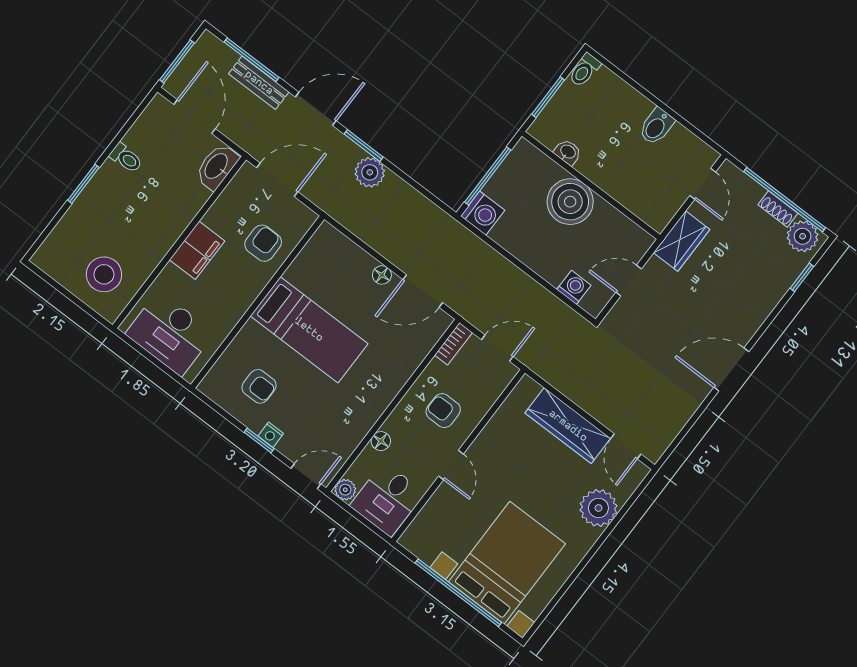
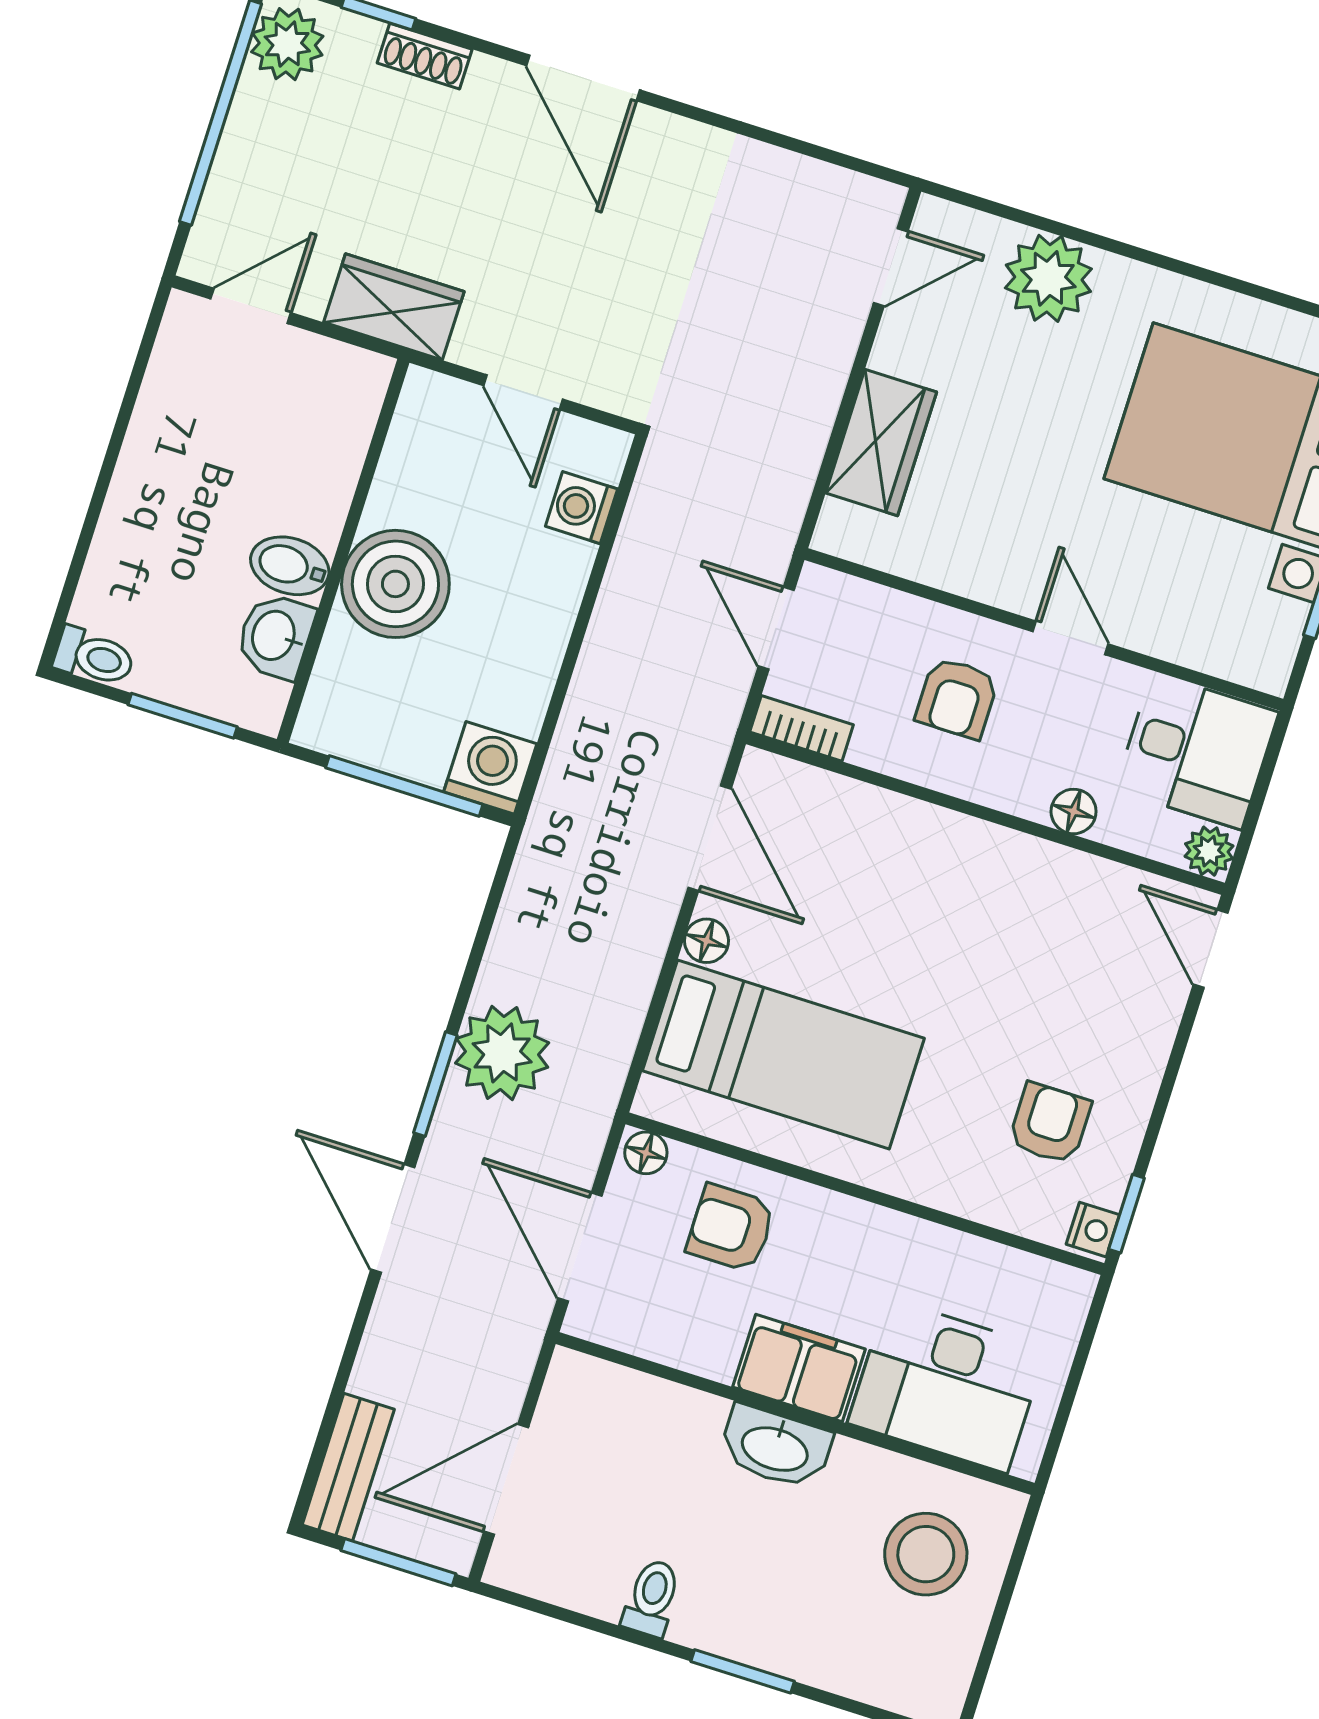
window: (252, 60) -> (335, 1399), removed
bench: (259, 83) -> (348, 1467), moved
bidet: (656, 126) -> (290, 566), moved, turned 180
washbasin: (568, 152) -> (275, 636), width x1.38, depth x1.45
washbasin: (217, 167) -> (775, 1447), moved
plant: (370, 172) -> (502, 1053), width x1.36, depth x1.36
shoe rack: (778, 209) -> (425, 56), moved, turned 90
floor lamp: (306, 220) -> (646, 1153), added
bed: (309, 330) -> (783, 1054), moved, turned 90
desk: (170, 333) -> (947, 1386), moved, turned 90
door: (731, 370) -> (583, 78), moved
wardrobe: (568, 426) -> (881, 443), width x0.67
nightstand: (271, 435) -> (1093, 1230), moved
window: (259, 441) -> (1127, 1214), moved
door: (451, 465) -> (1070, 638), hinge flipped

